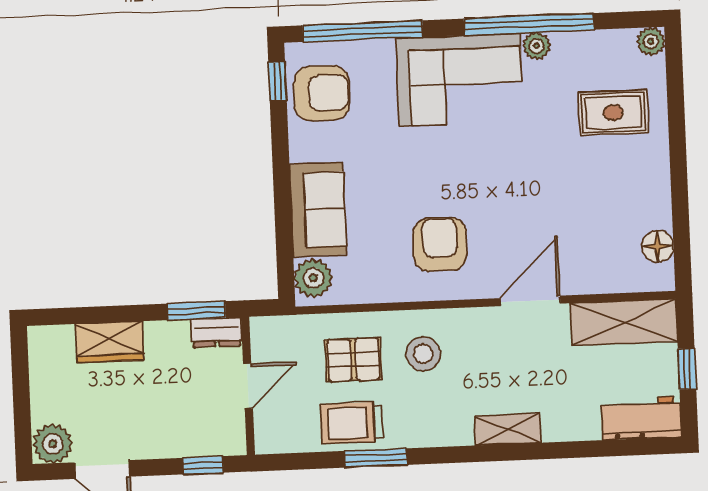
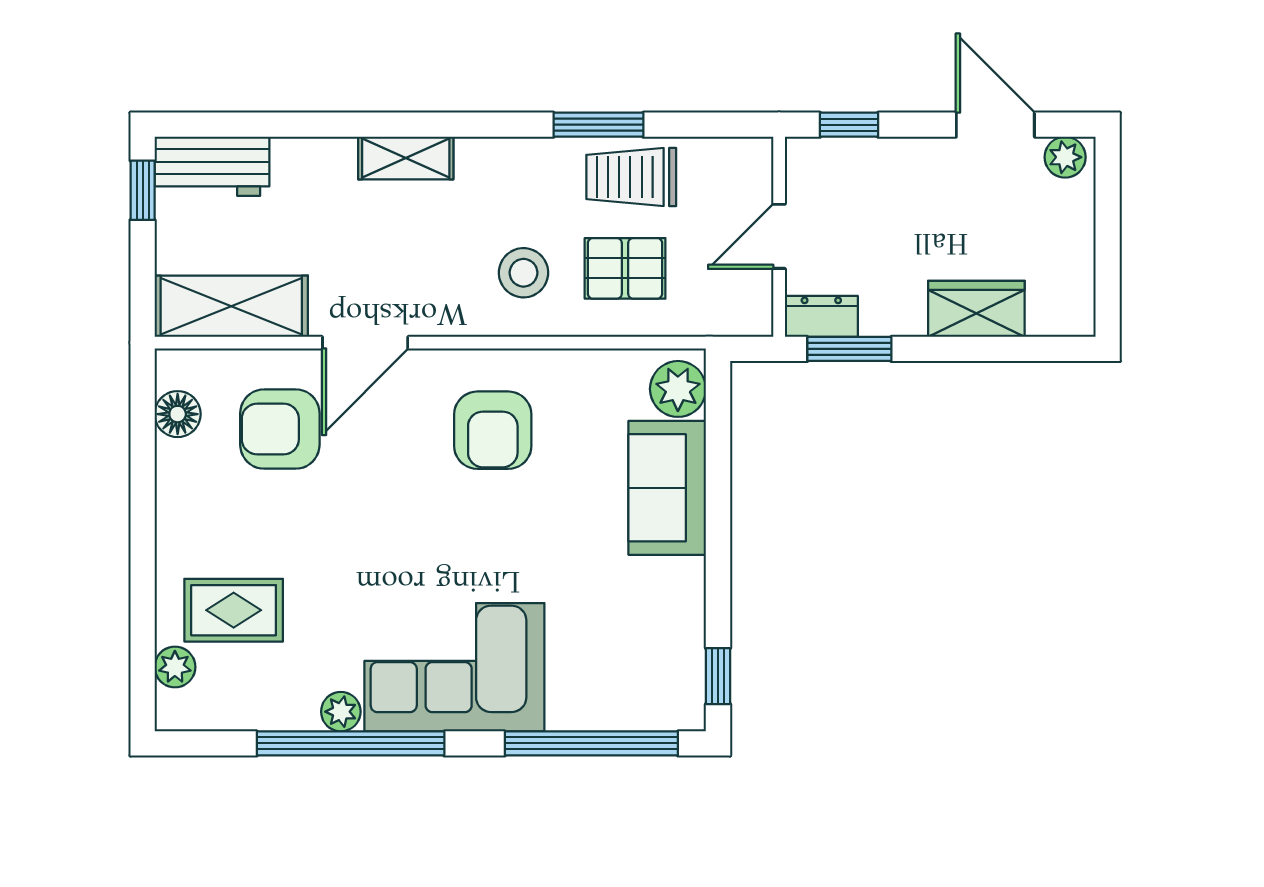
plant: (651, 41) -> (175, 667), moved
armchair: (322, 93) -> (280, 429), moved
window: (687, 369) -> (143, 190), moved
trolley: (352, 423) -> (631, 177), turned 180
plant: (53, 444) -> (1065, 157), width x0.73, depth x0.73

